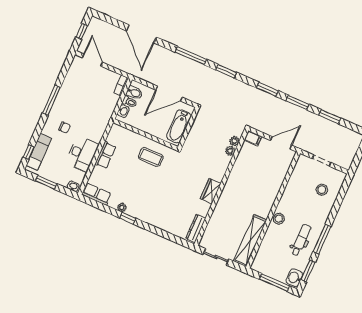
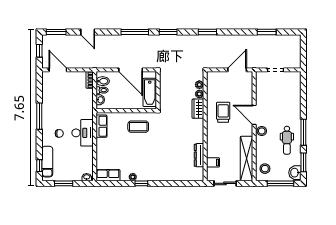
door: (141, 34) -> (88, 32), width x0.53
door: (169, 94) -> (131, 70), hinge flipped
window: (298, 103) -> (56, 32), moved
filing cabinet: (253, 138) -> (213, 162), moved
desk: (82, 154) -> (82, 133), moved
row of seats: (105, 155) -> (101, 126), moved
trolley: (247, 181) -> (223, 112), added
stool: (322, 190) -> (265, 169), moved
wardrobe: (211, 191) -> (198, 109), moved
door: (278, 198) -> (254, 115), added
dresser: (196, 228) -> (199, 155), moved
dental chair: (301, 240) -> (287, 140), turned 180

